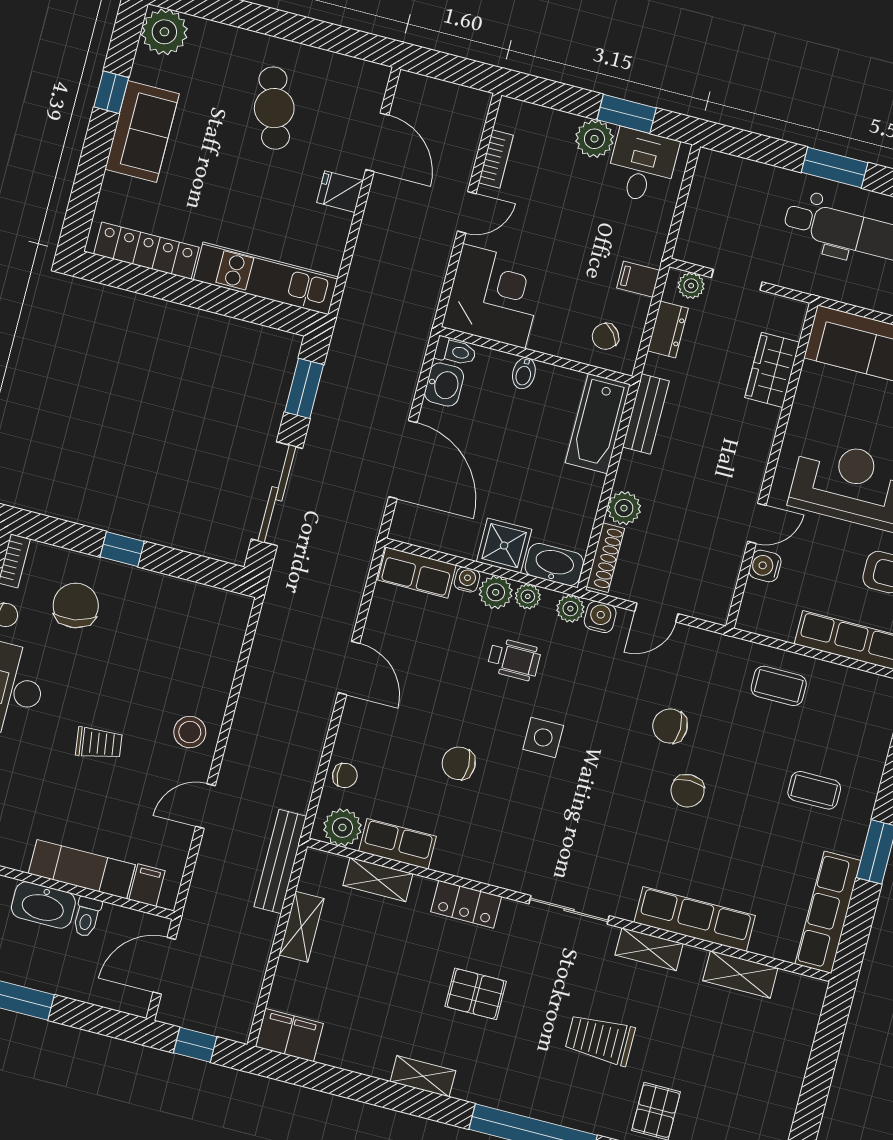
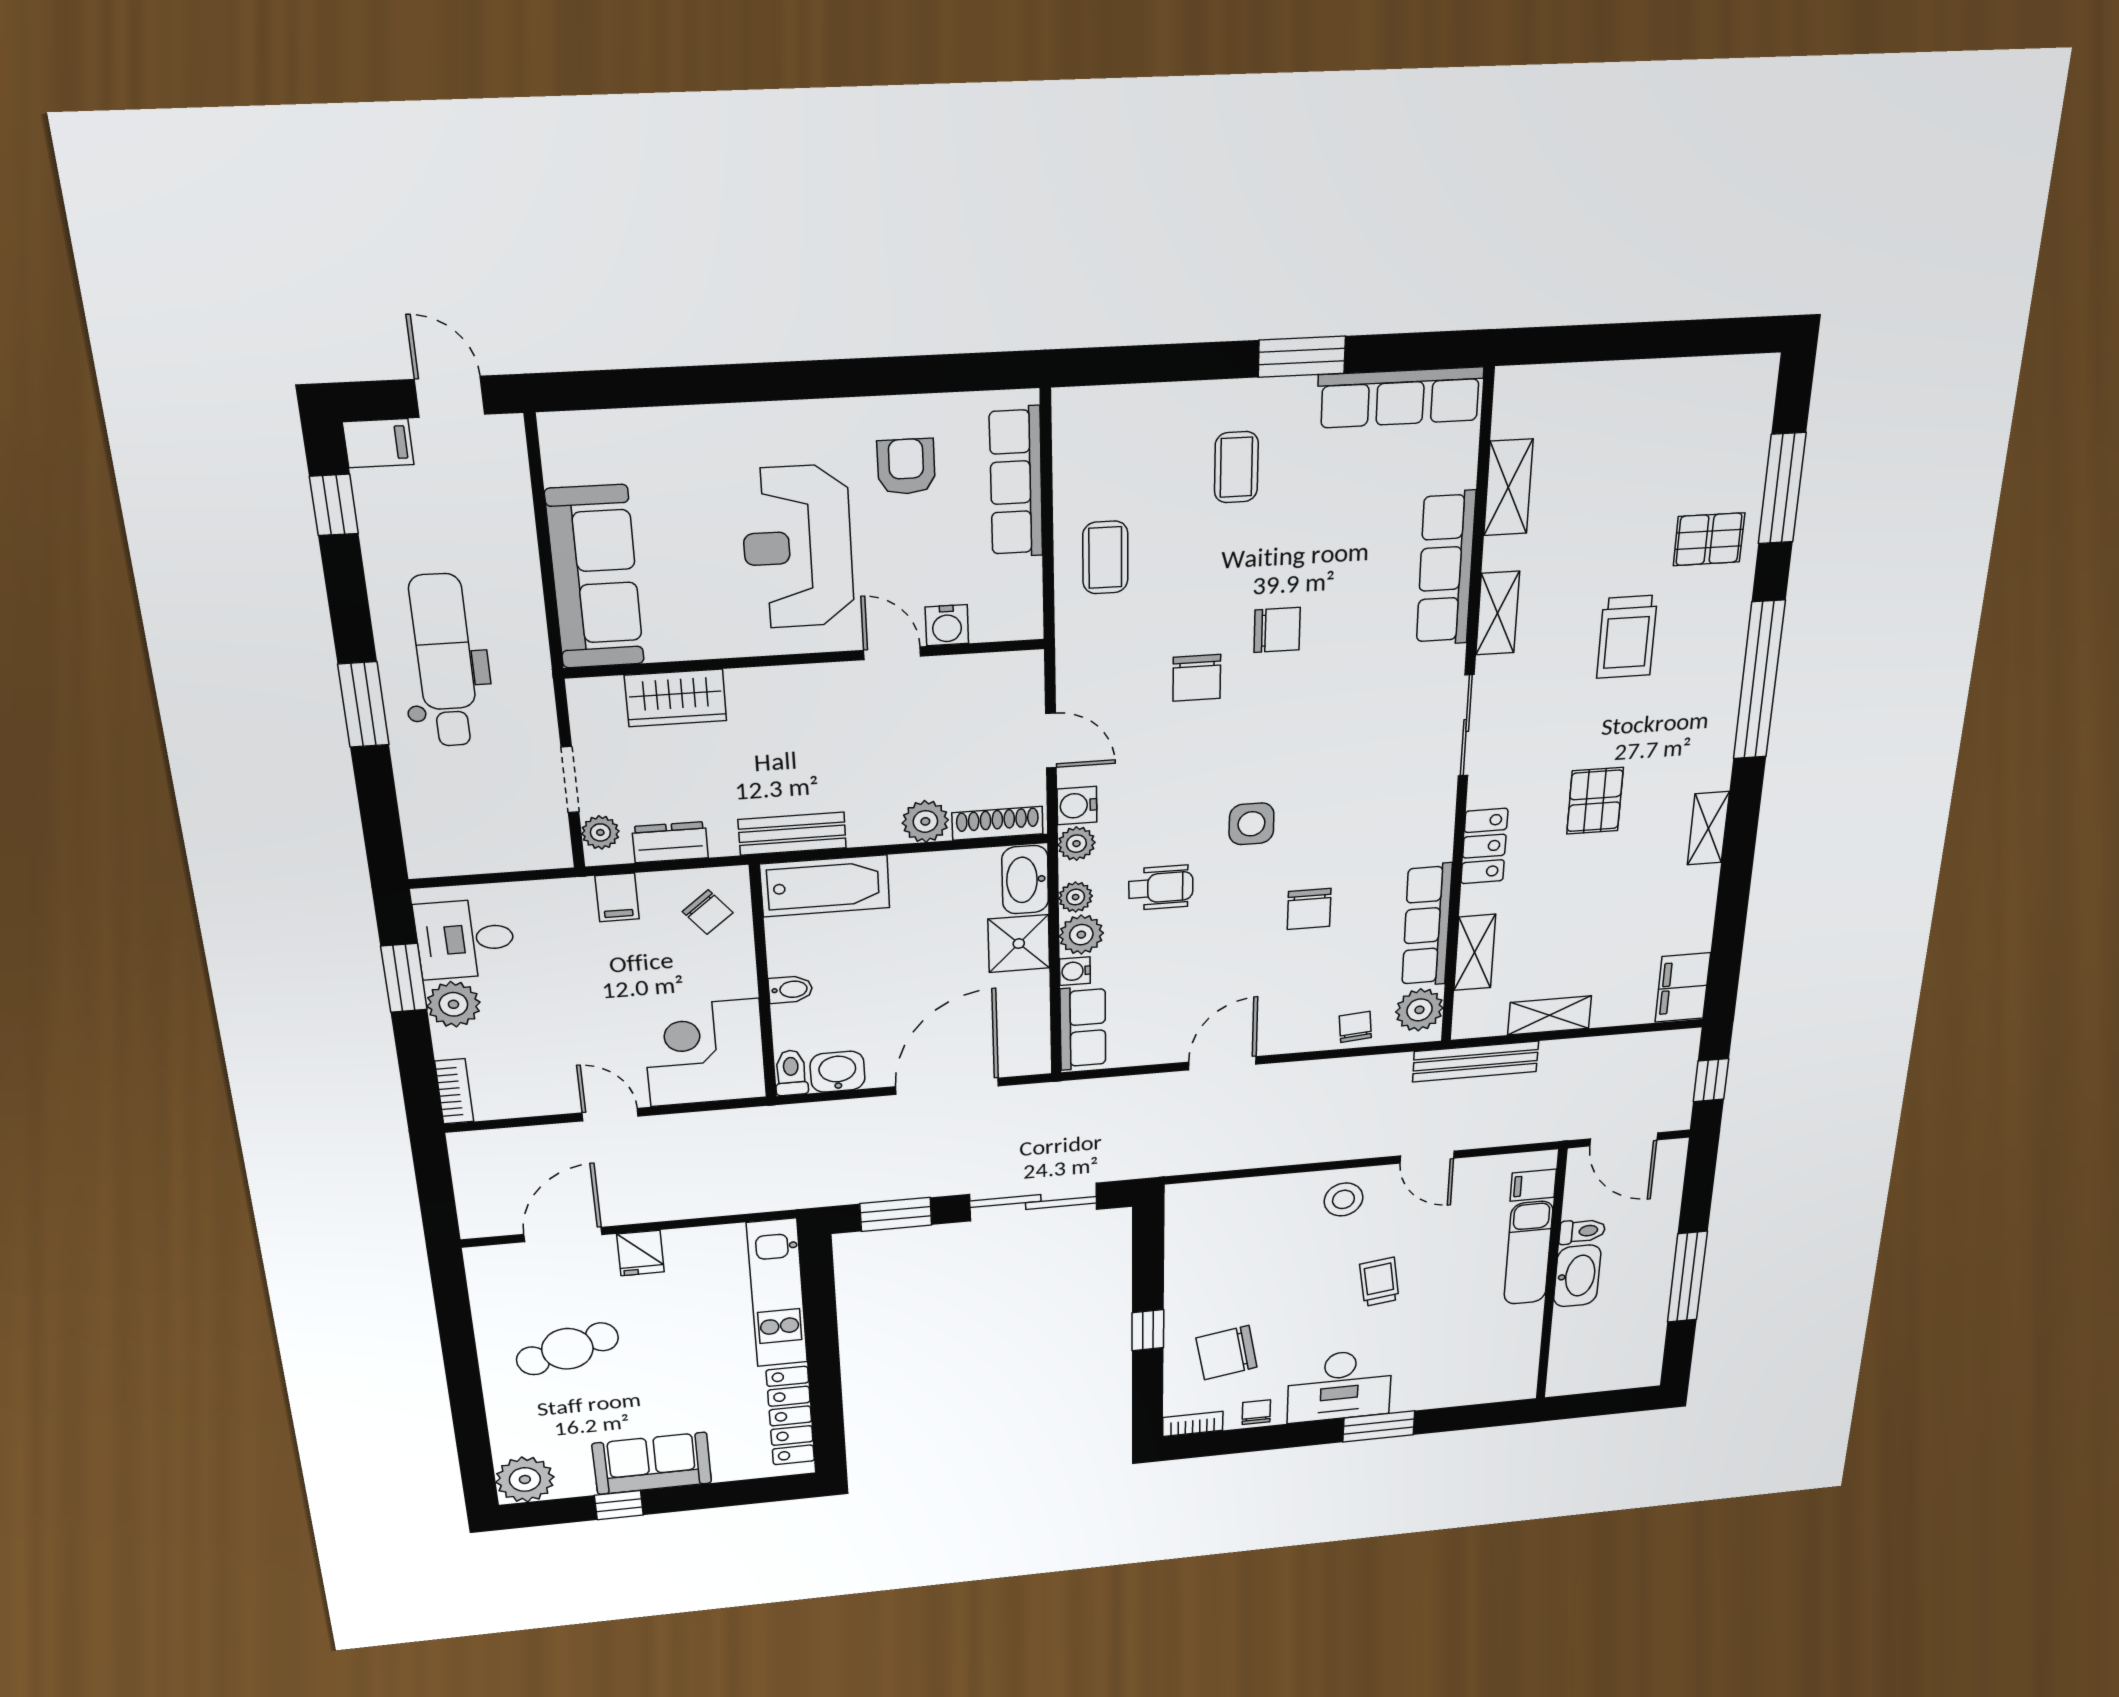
bookcase: (496, 159) -> (454, 1091), moved, turned 90
wheelchair: (514, 659) -> (1161, 888), turned 90
row of seats: (398, 844) -> (1427, 925), width x1.48

